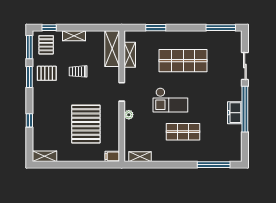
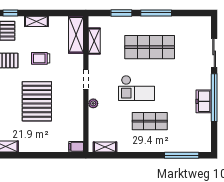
window: (221, 28) -> (156, 13), moved
pallet: (86, 124) -> (37, 101), moved

